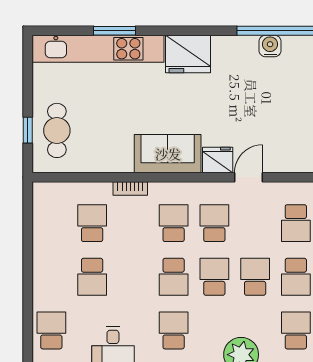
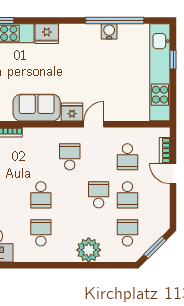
fridge: (188, 54) -> (47, 34), width x0.73, depth x0.75
school desk: (174, 223) -> (41, 157), removed
school desk: (214, 277) -> (70, 195), removed

